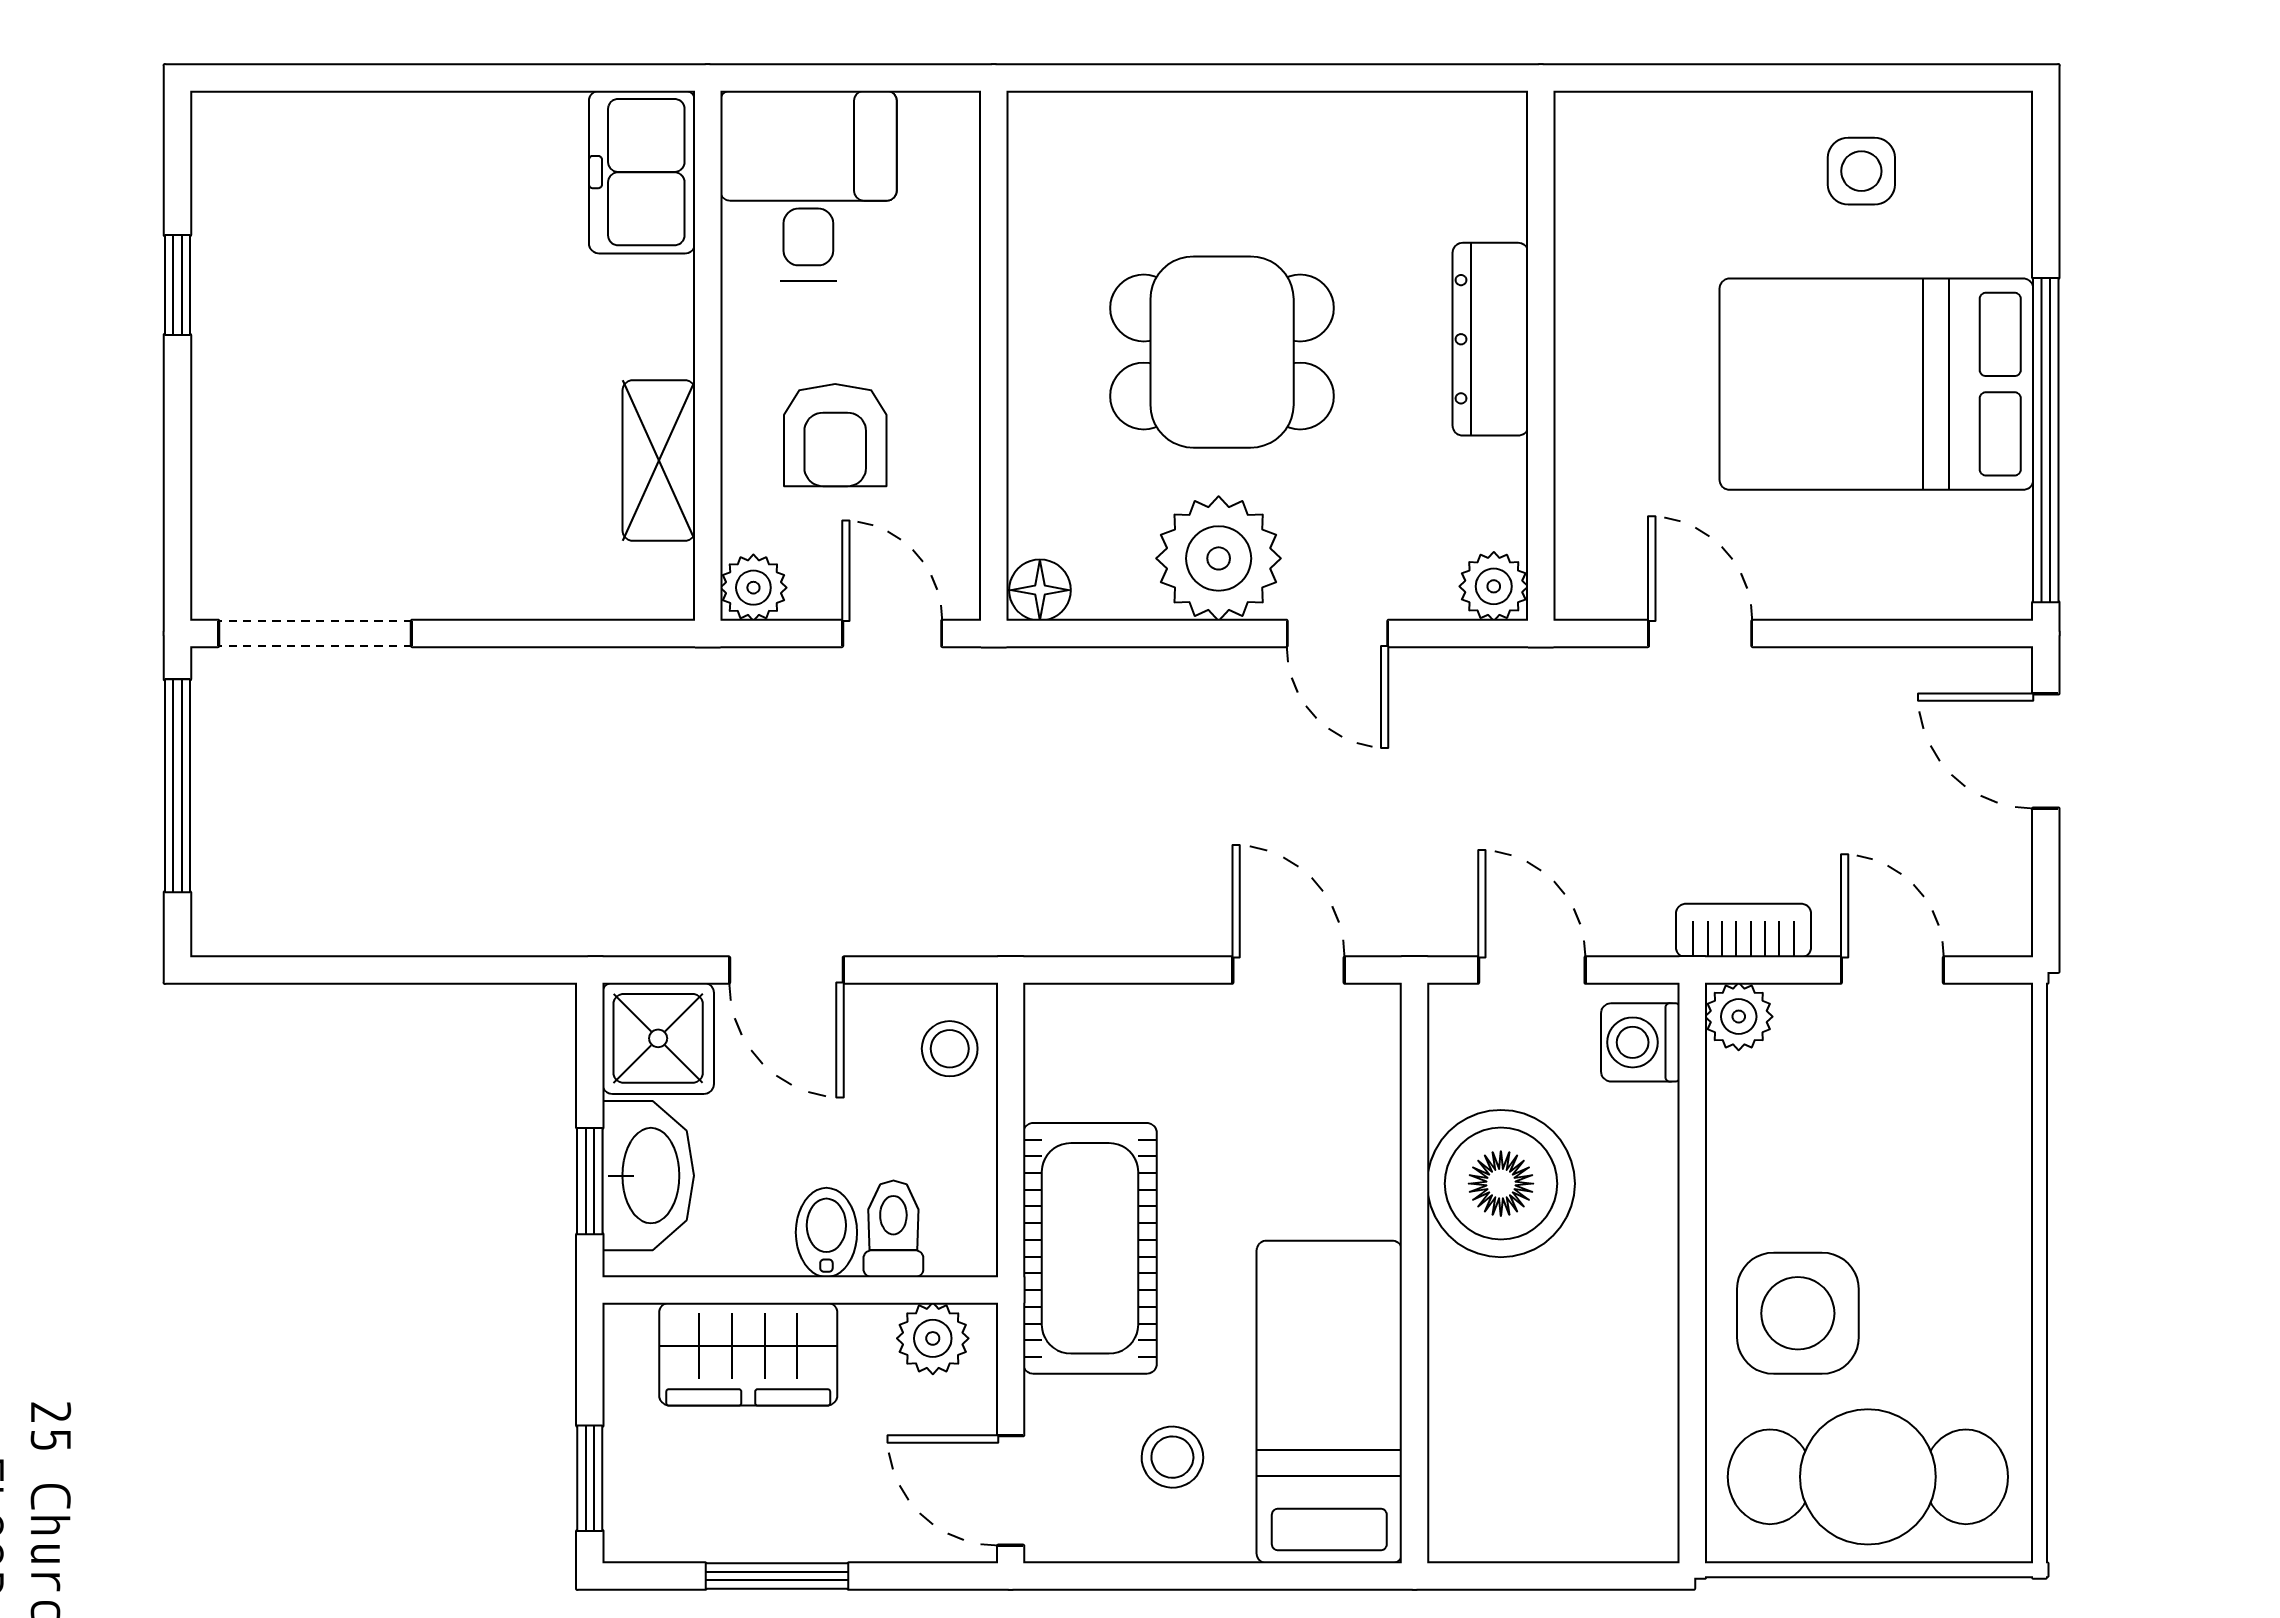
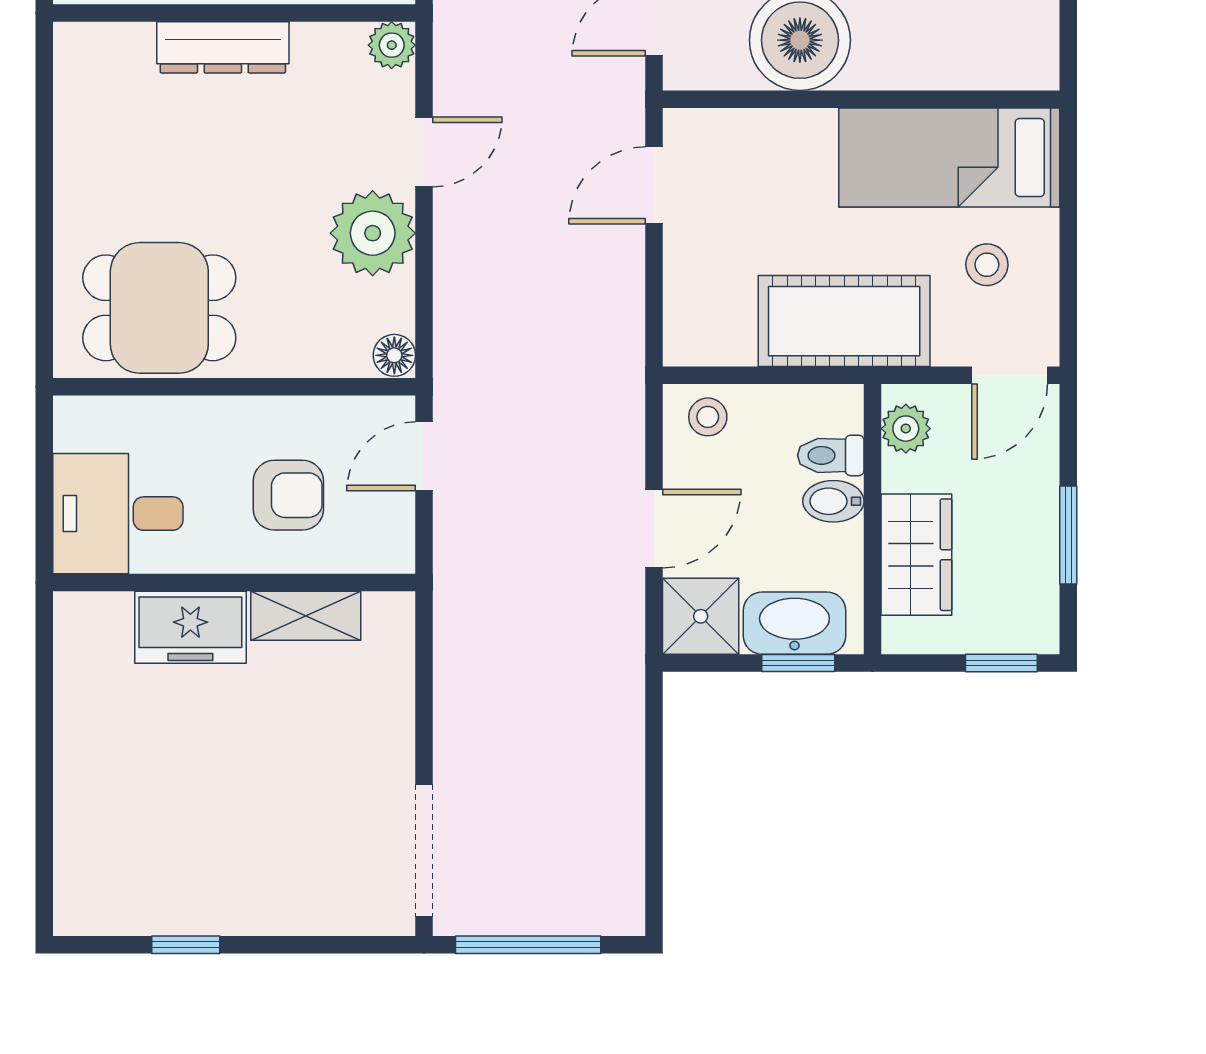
freezer: (642, 172) -> (190, 627), moved
dining table: (1222, 352) -> (159, 308), moved, turned 90
plant: (753, 588) -> (393, 551), removed

